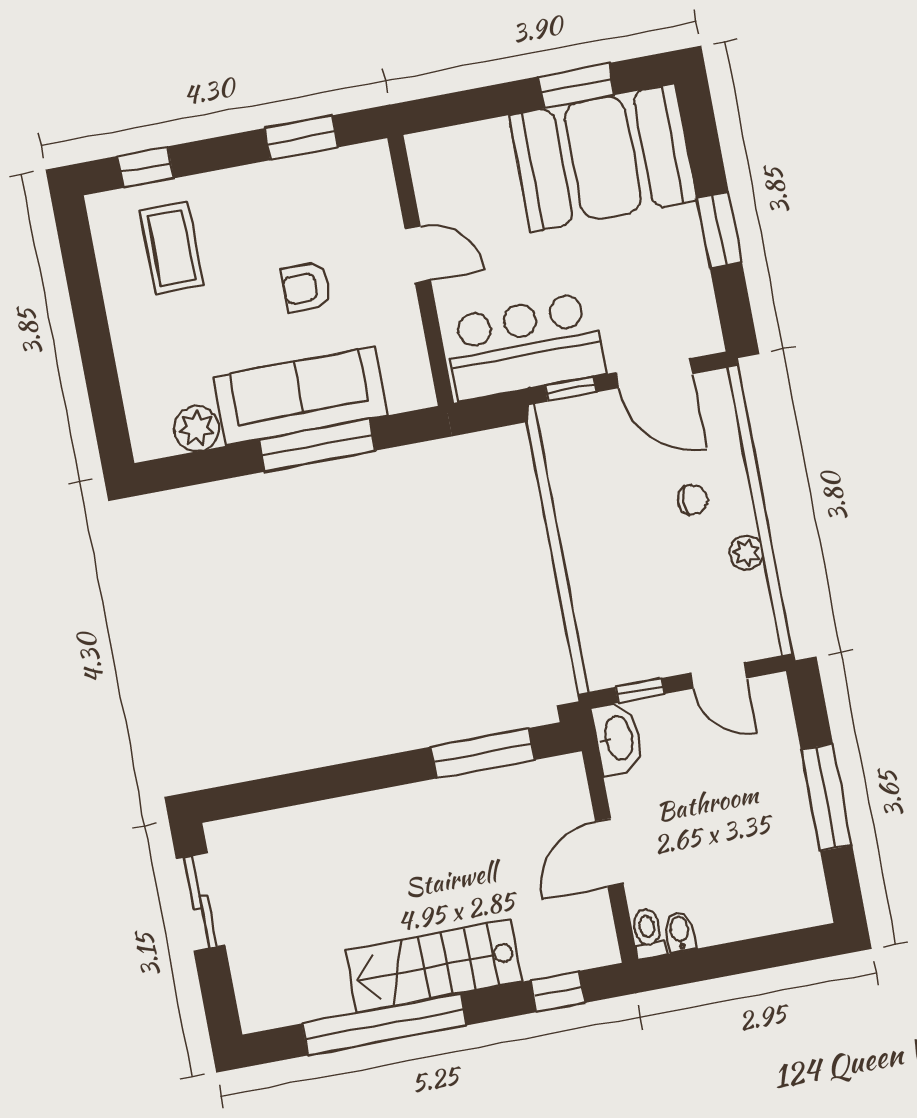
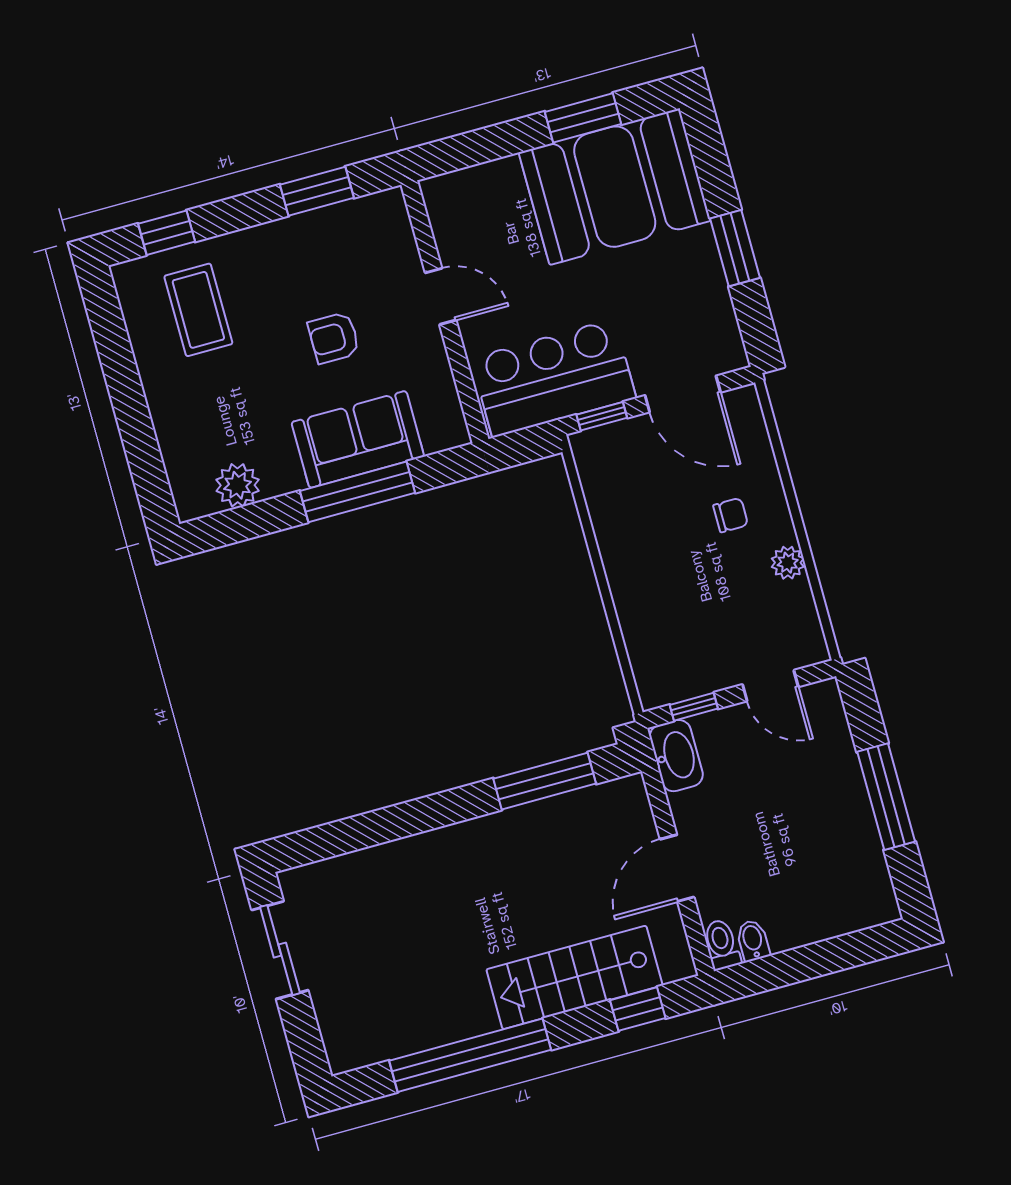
sofa: (300, 396) -> (358, 439), width x0.73
stairs: (434, 966) -> (574, 977), moved

